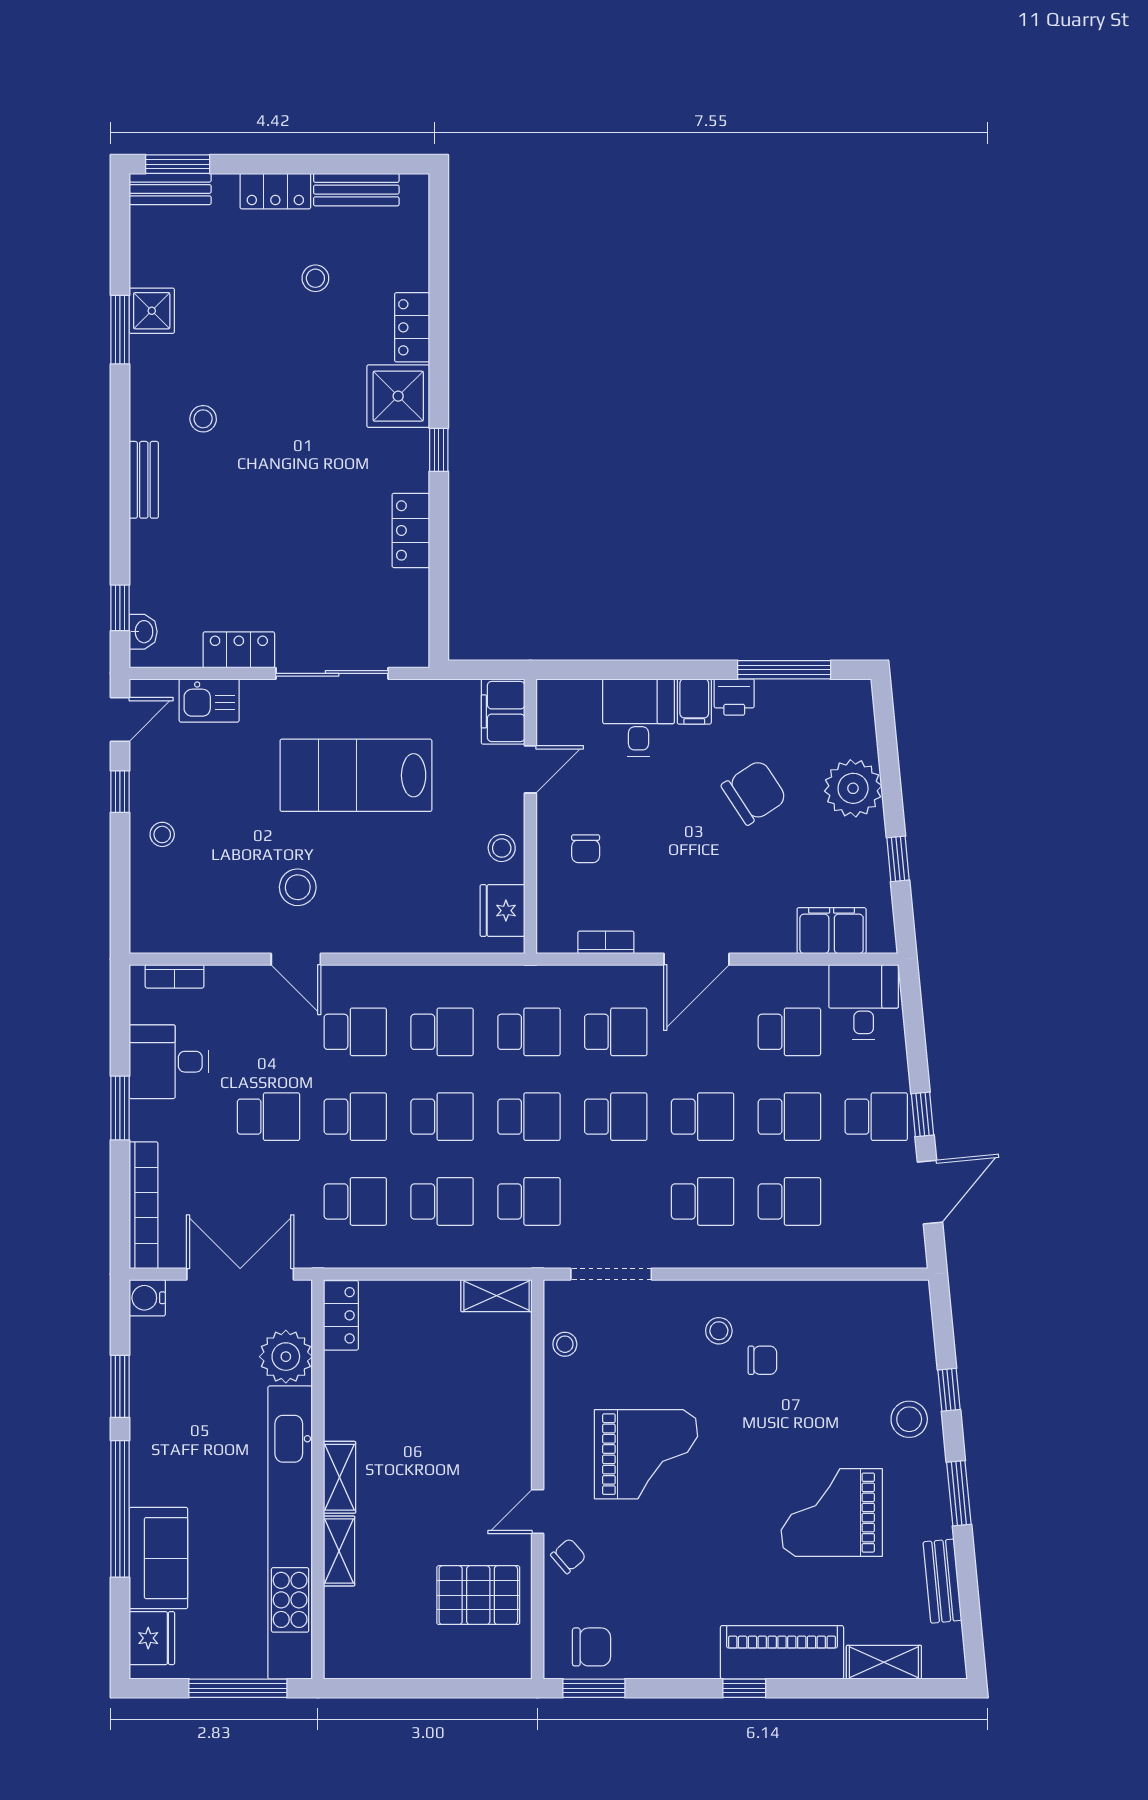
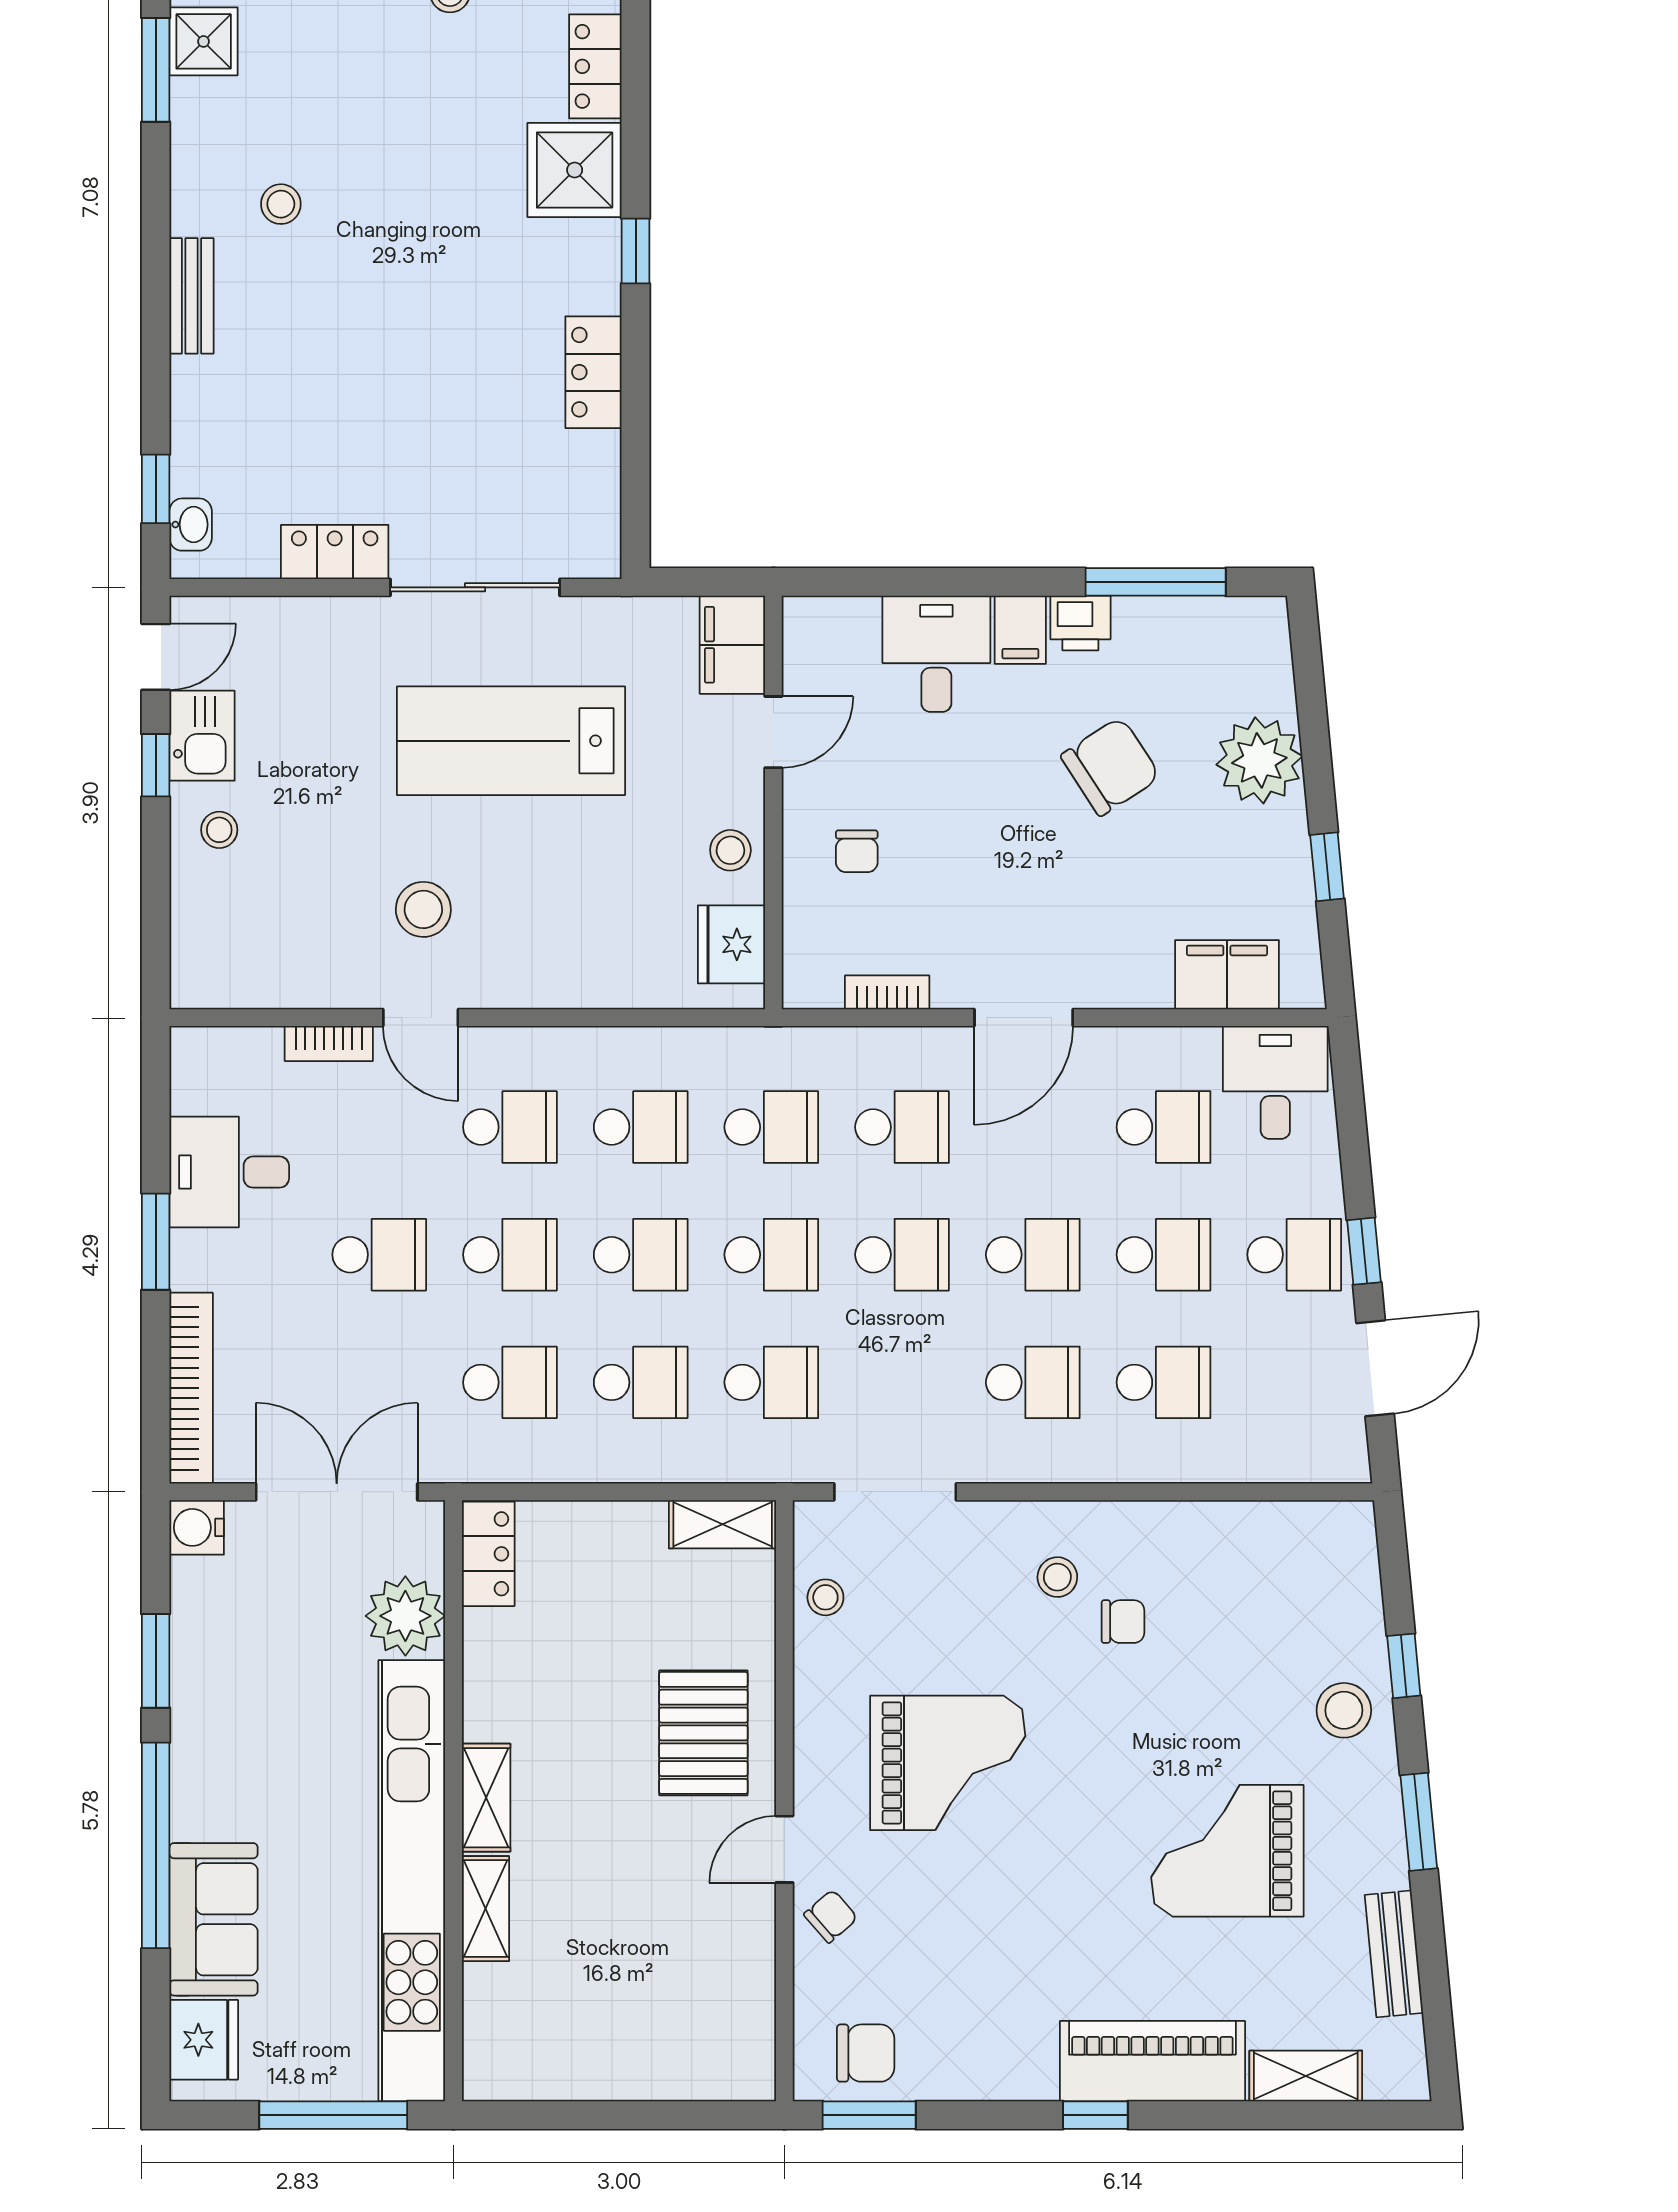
kitchen sink: (209, 701) -> (202, 736), moved, turned -90
bookcase: (175, 976) -> (329, 1043), moved
pallet: (478, 1595) -> (703, 1733), moved, turned 90

